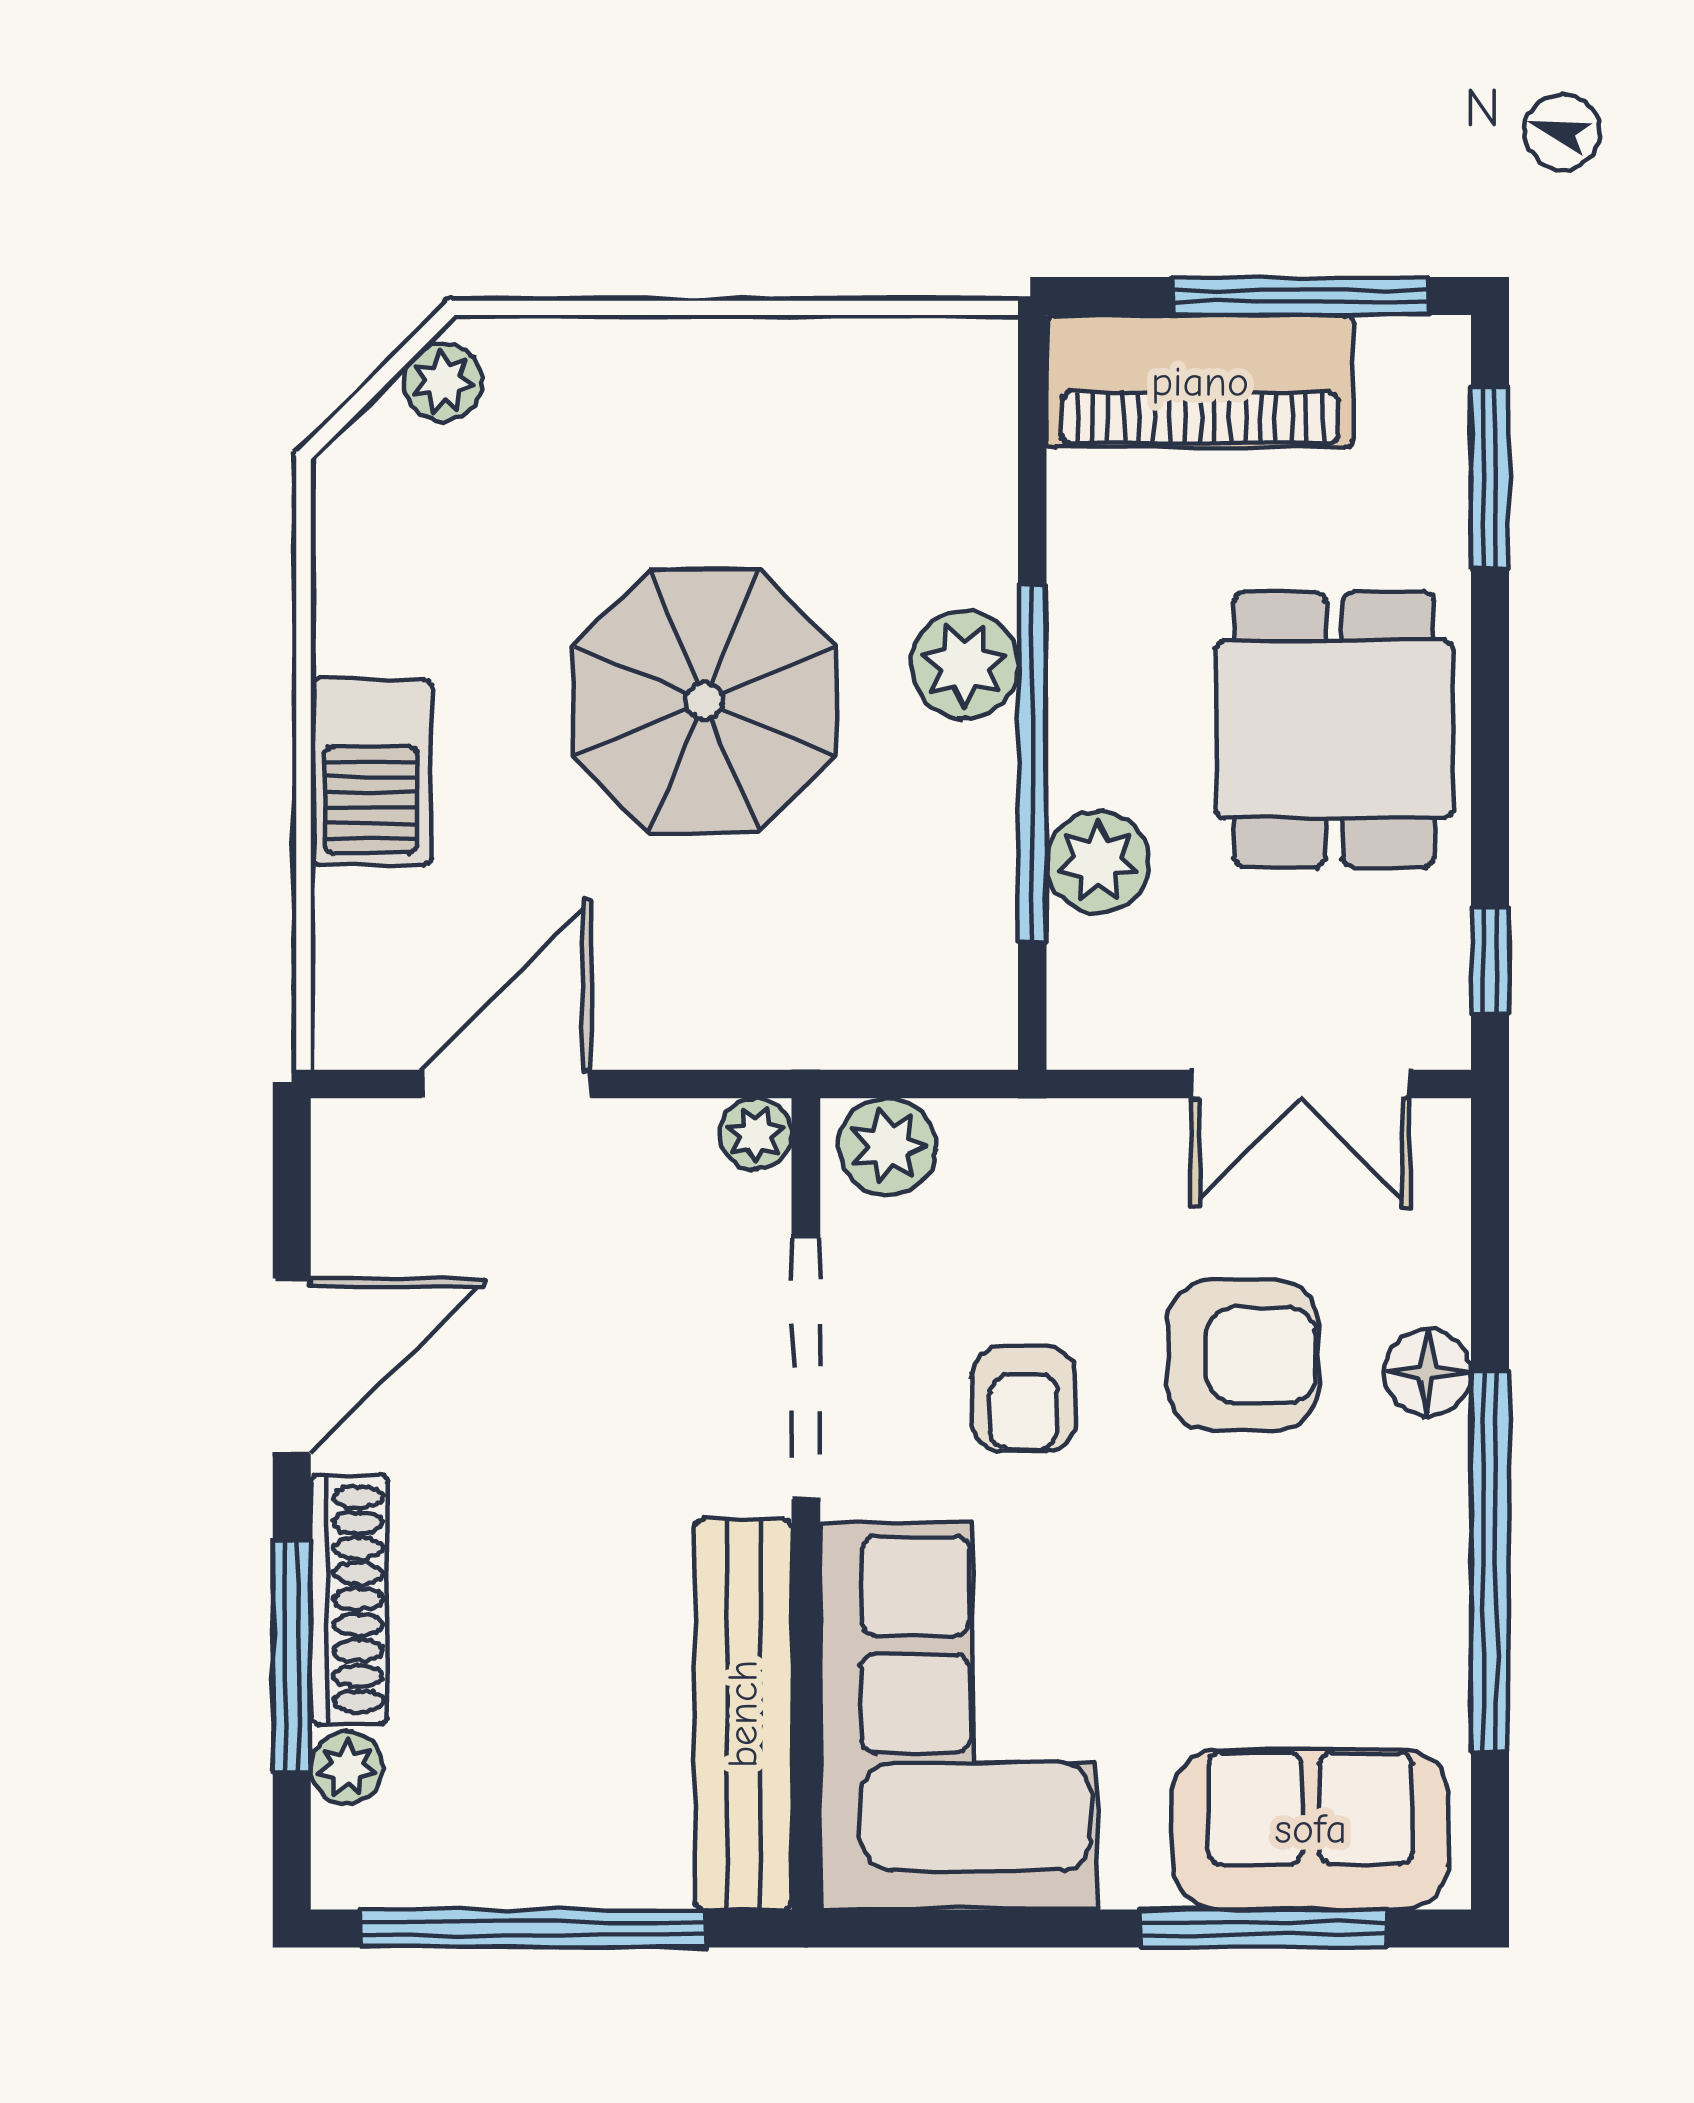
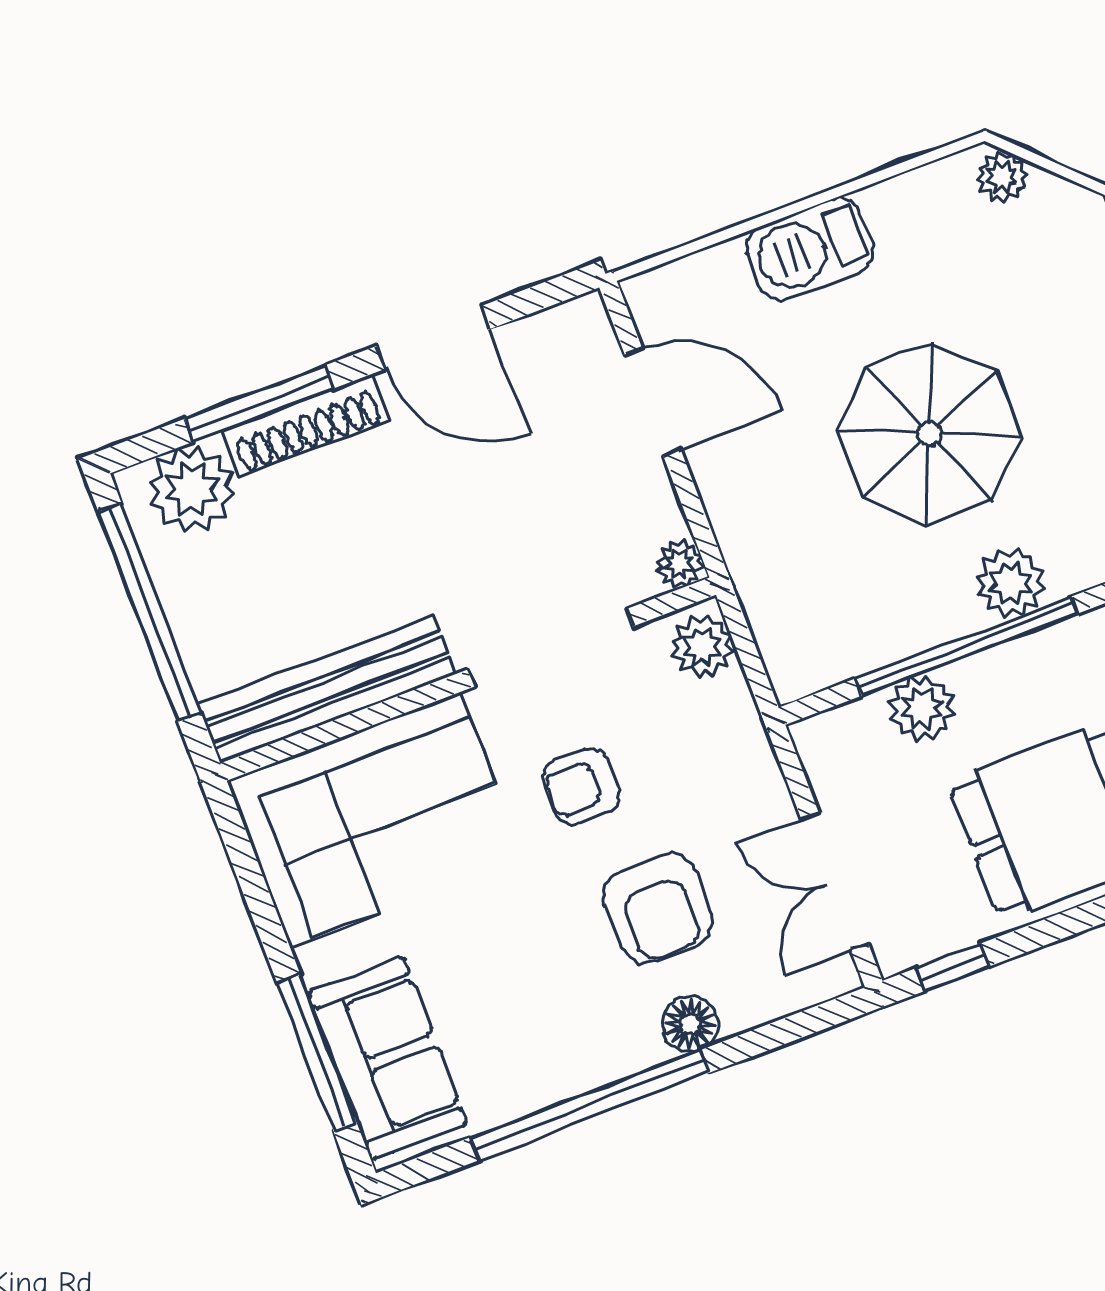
plant: (443, 382) -> (1002, 177), moved
plant: (347, 1768) -> (192, 489), width x1.88, depth x1.88

